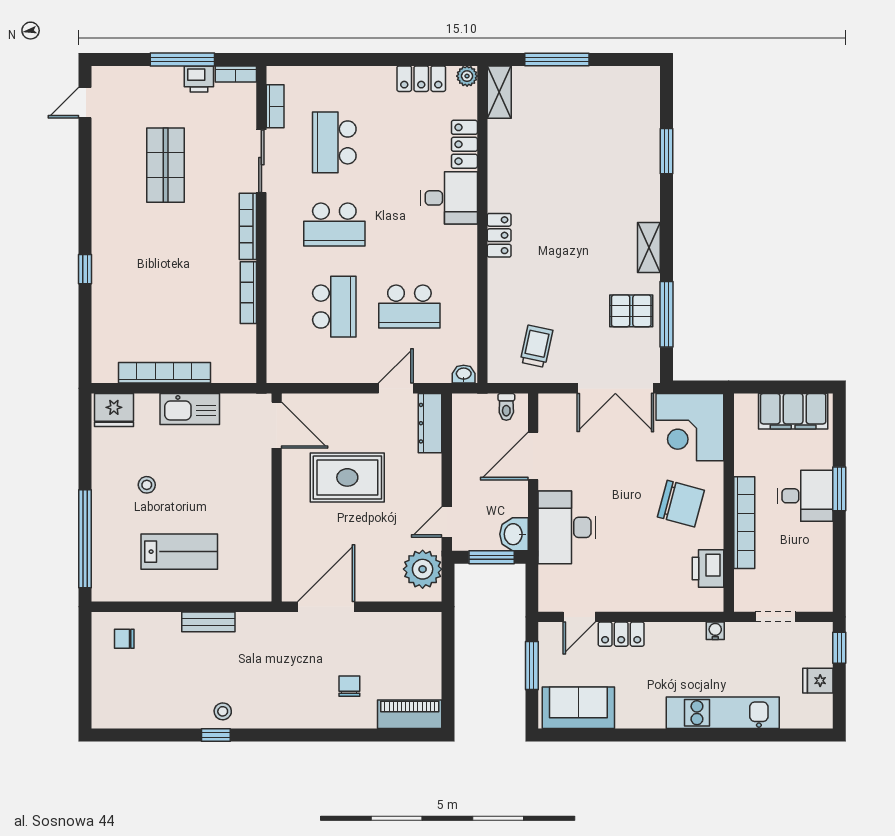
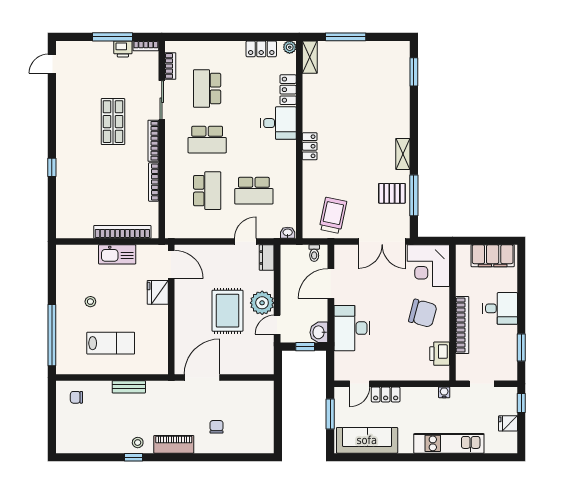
window: (666, 151) -> (414, 72), moved
shop shelf: (166, 165) -> (113, 122), moved
trolley: (536, 346) -> (333, 215), width x1.36, depth x1.39
bookcase: (164, 373) -> (122, 232), moved
fridge: (114, 410) -> (158, 292), moved, turned 90
dresser: (430, 423) -> (267, 258), width x0.70
rug: (347, 477) -> (228, 311), moved, turned 90
window: (839, 489) -> (521, 347), moved
window: (492, 557) -> (305, 347), width x0.67
plant: (423, 569) -> (262, 303), moved
sofa: (578, 708) -> (367, 440), width x1.36
piano: (410, 714) -> (174, 444), moved

